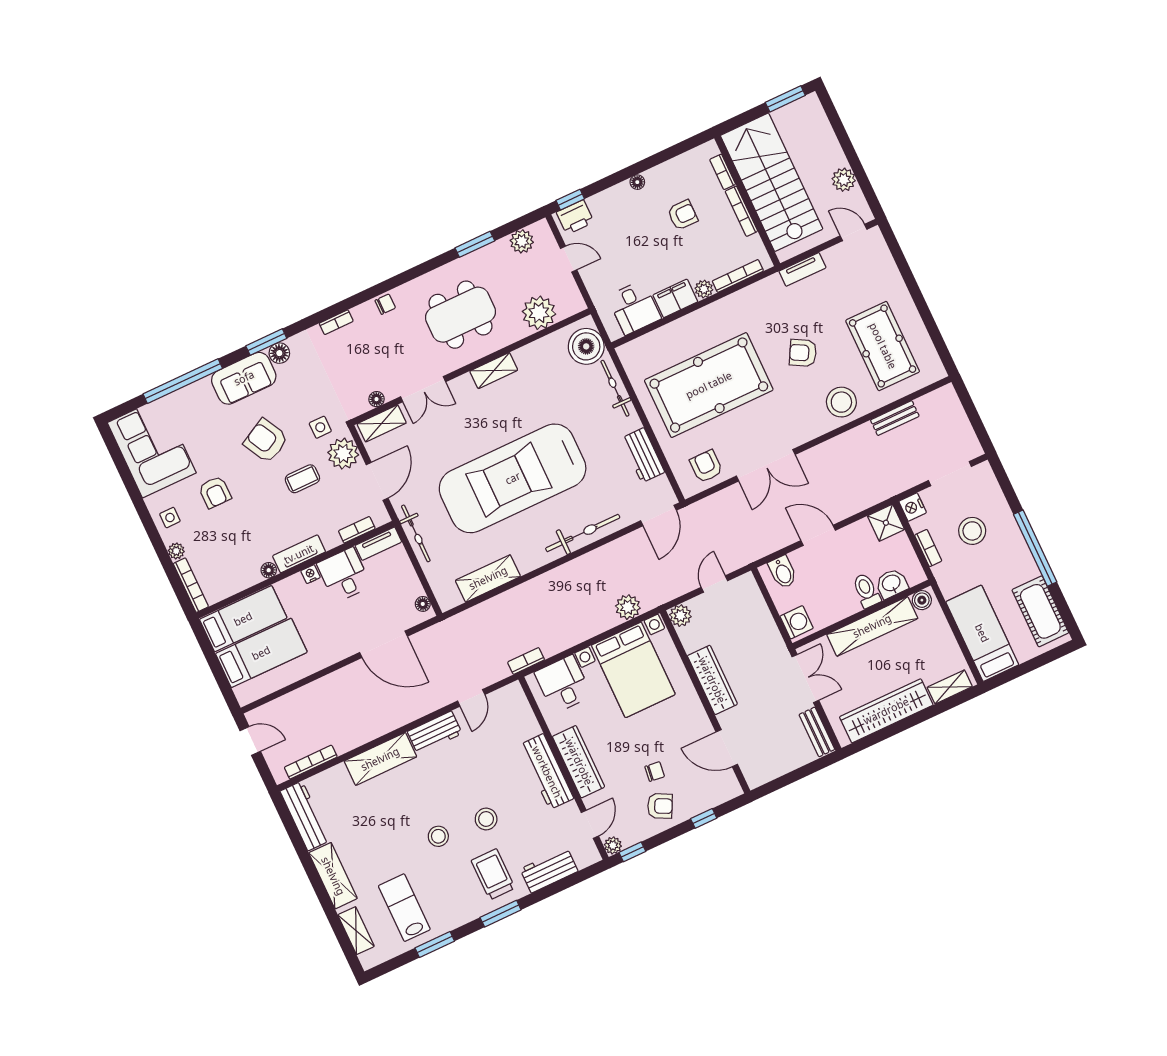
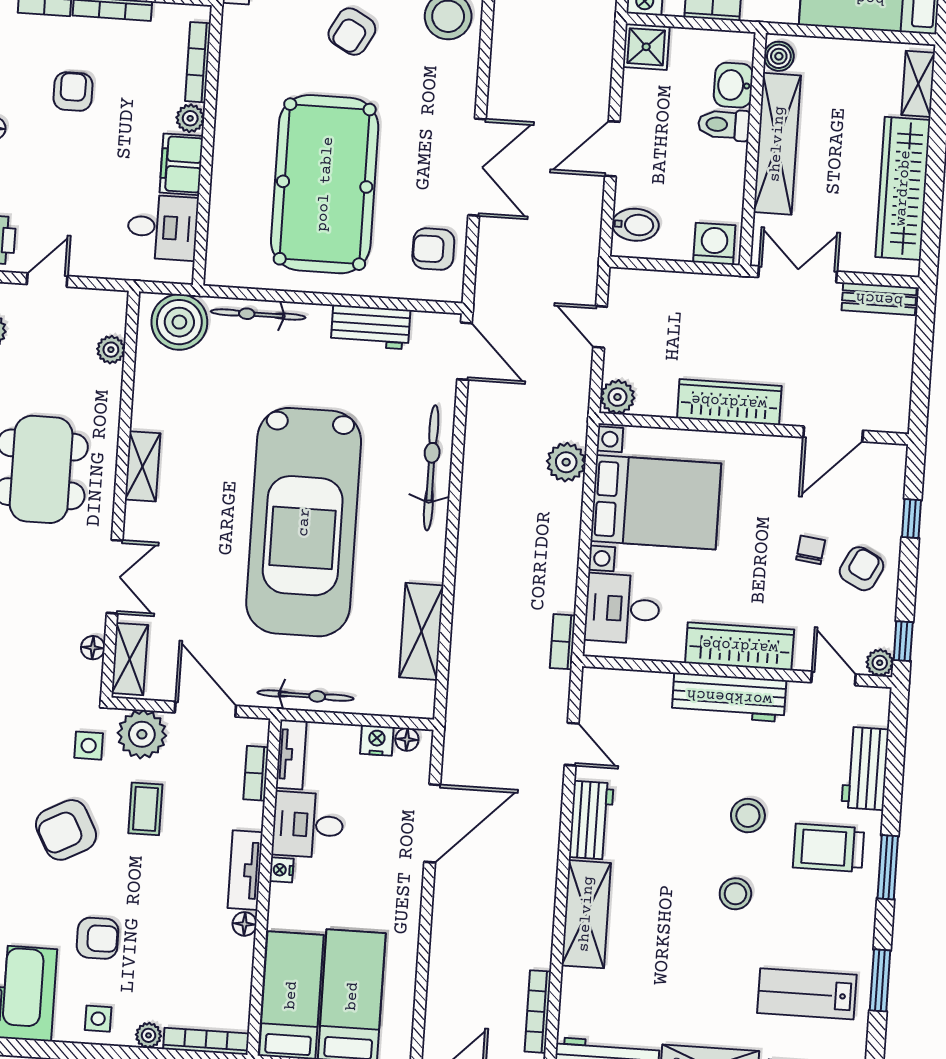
plant: (539, 313) -> (111, 350), width x0.53, depth x0.53
nightstand: (413, 587) -> (377, 740), added

